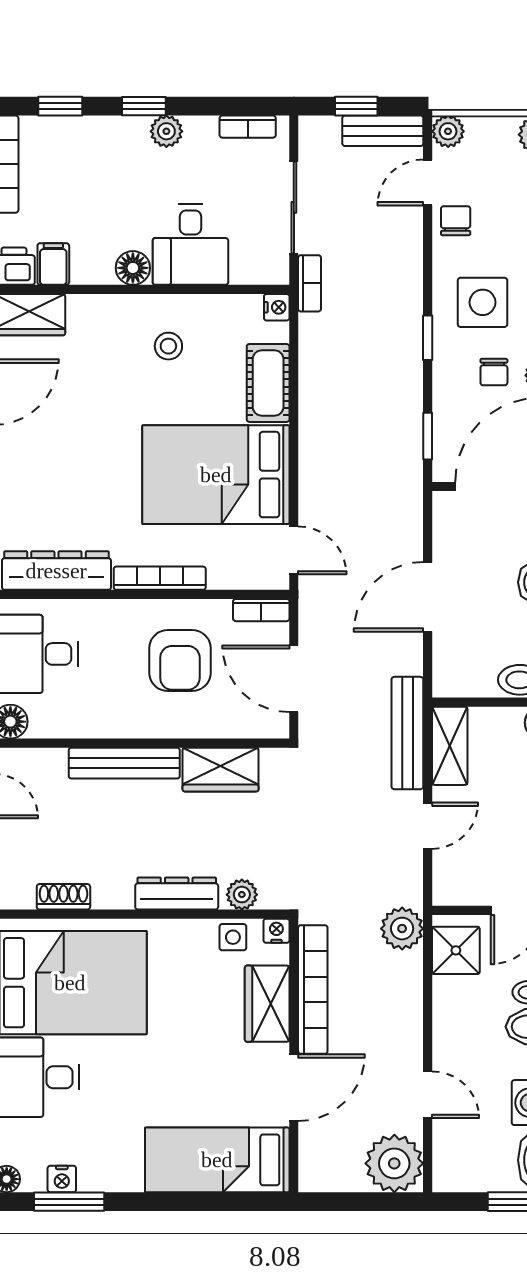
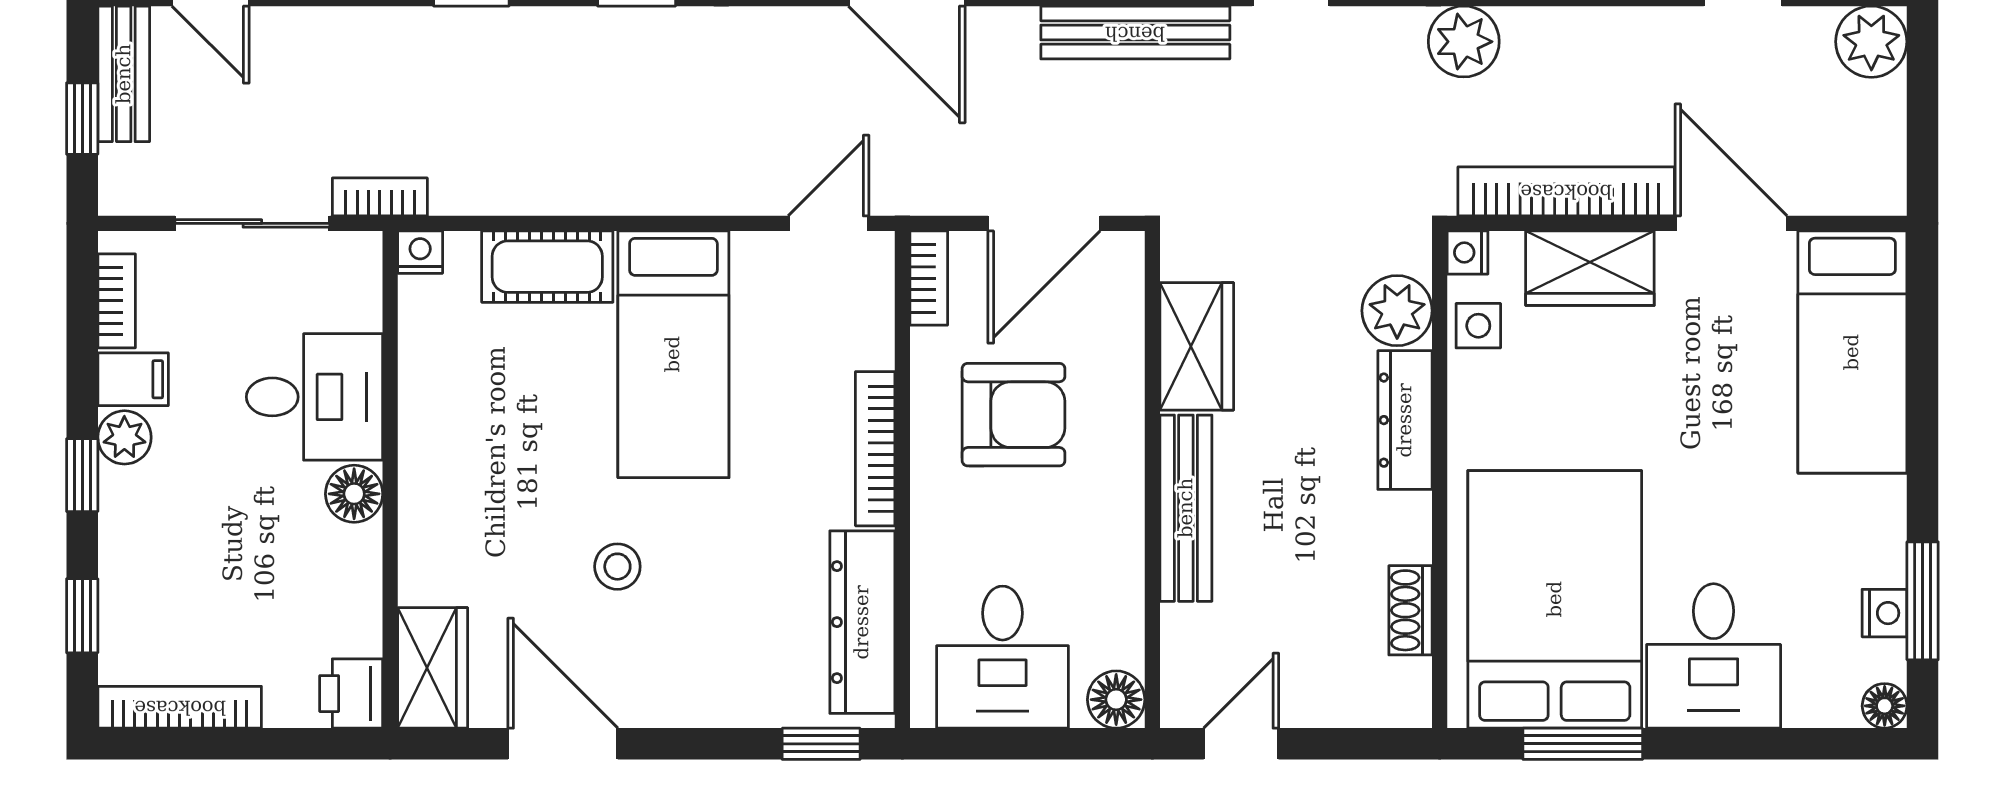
filing cabinet: (53, 264) -> (133, 379), moved, turned 180
stool: (168, 346) -> (617, 567), moved
bed: (216, 475) -> (673, 354), width x0.67
plant: (242, 895) -> (1397, 311), width x1.38, depth x1.38
plant: (394, 1163) -> (1871, 42), width x0.73, depth x0.73

